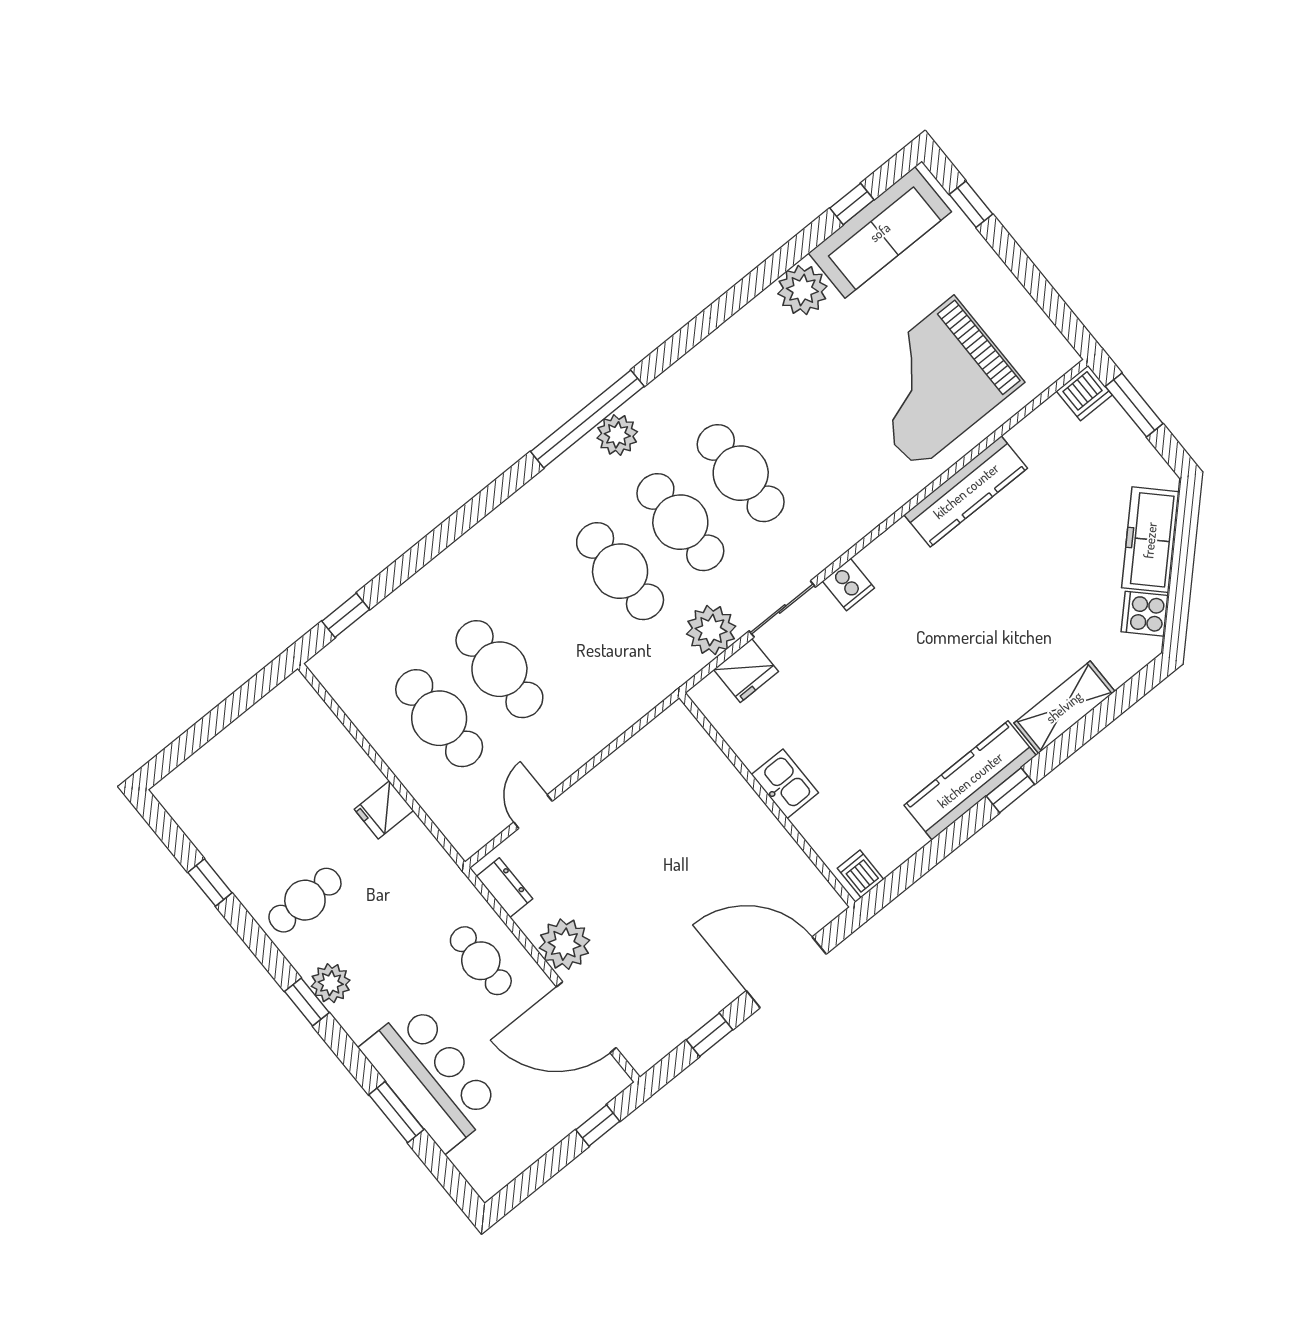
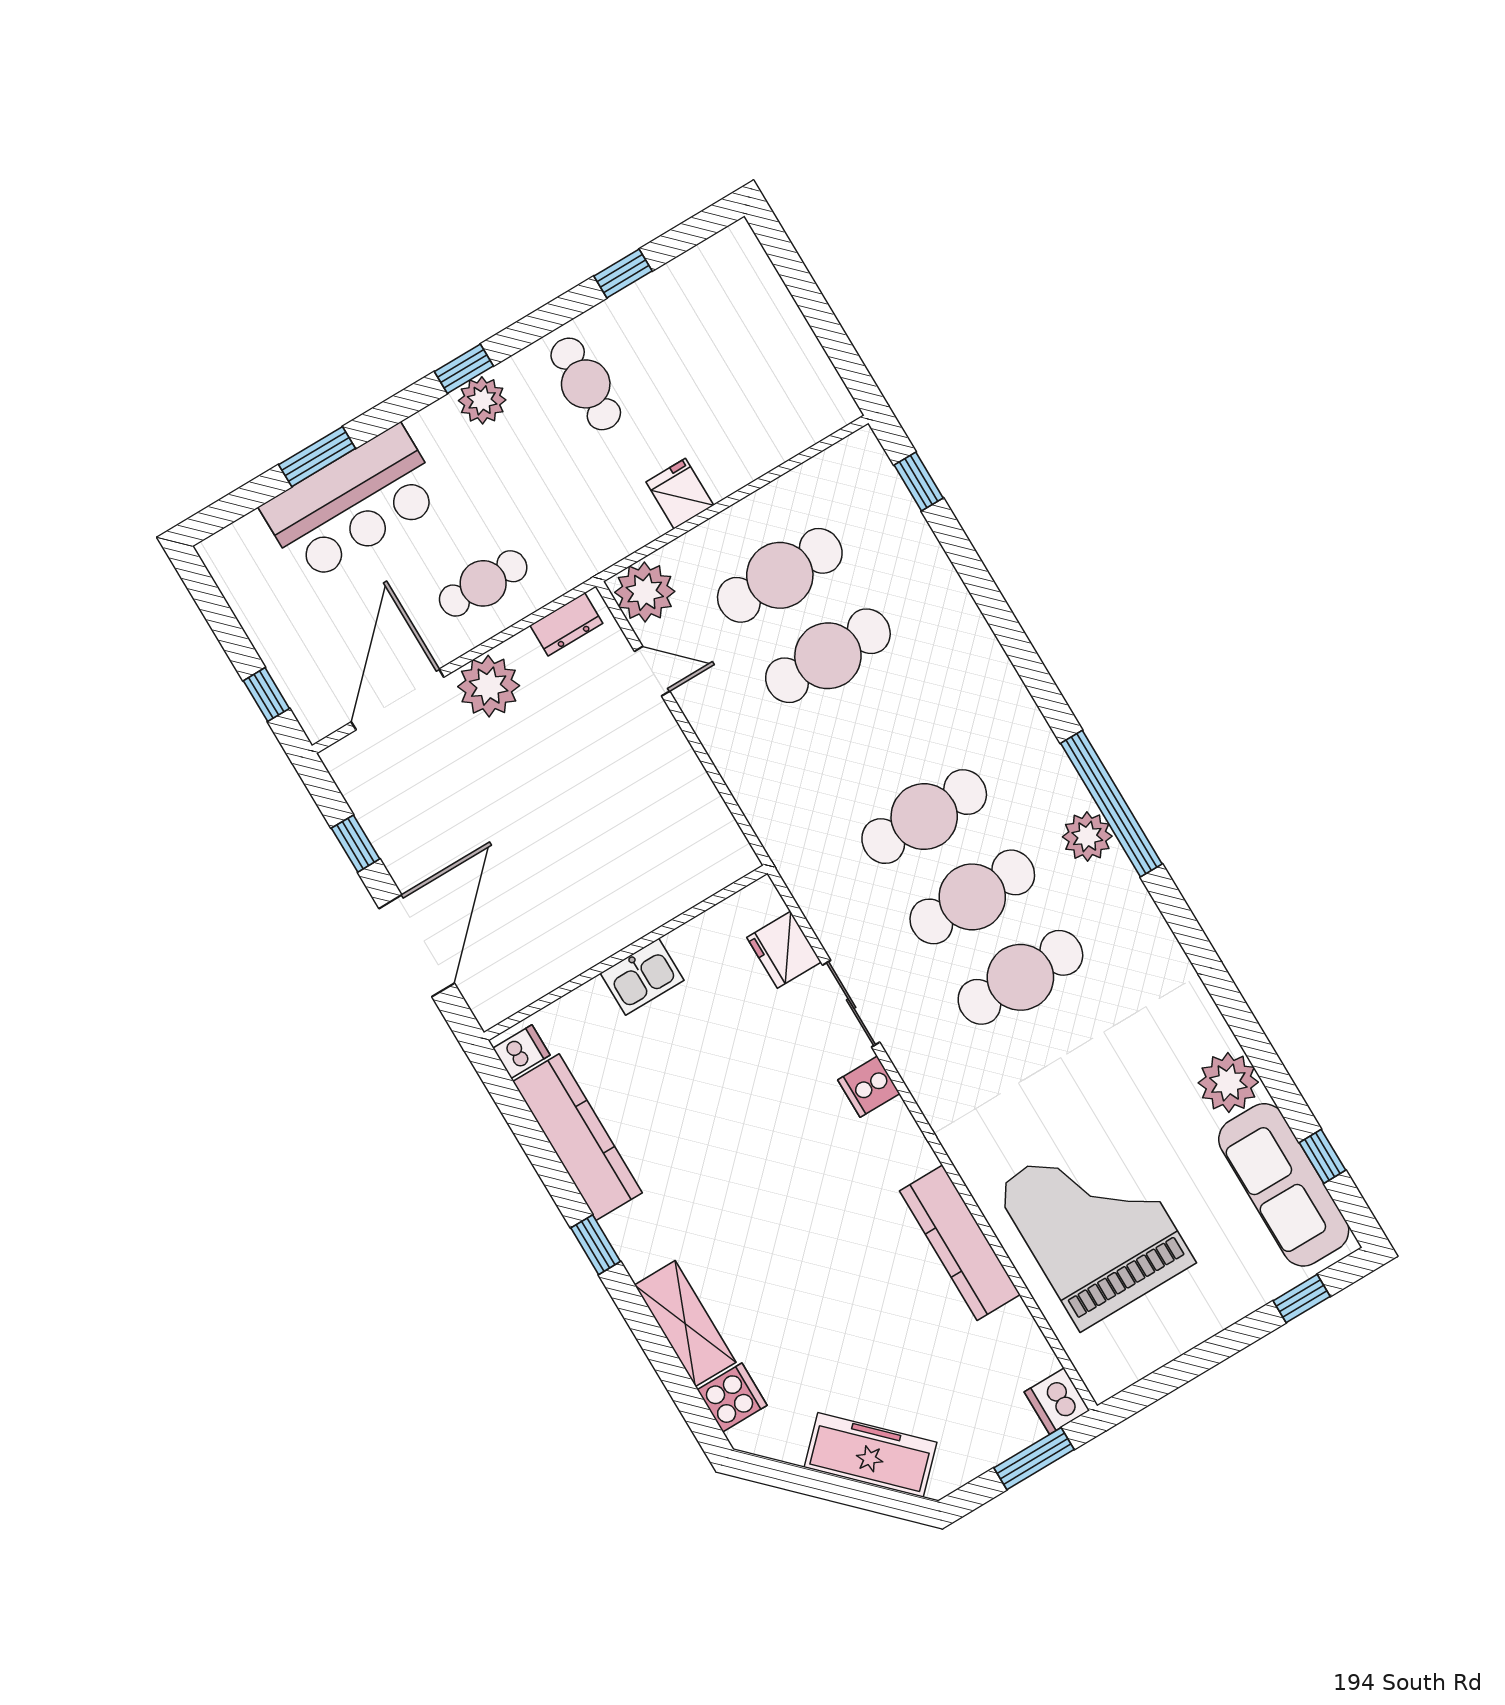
cooker: (1145, 614) -> (732, 1397), moved, turned 45
plant: (711, 630) -> (645, 592), moved
kitchen counter: (970, 780) -> (577, 1137), moved

